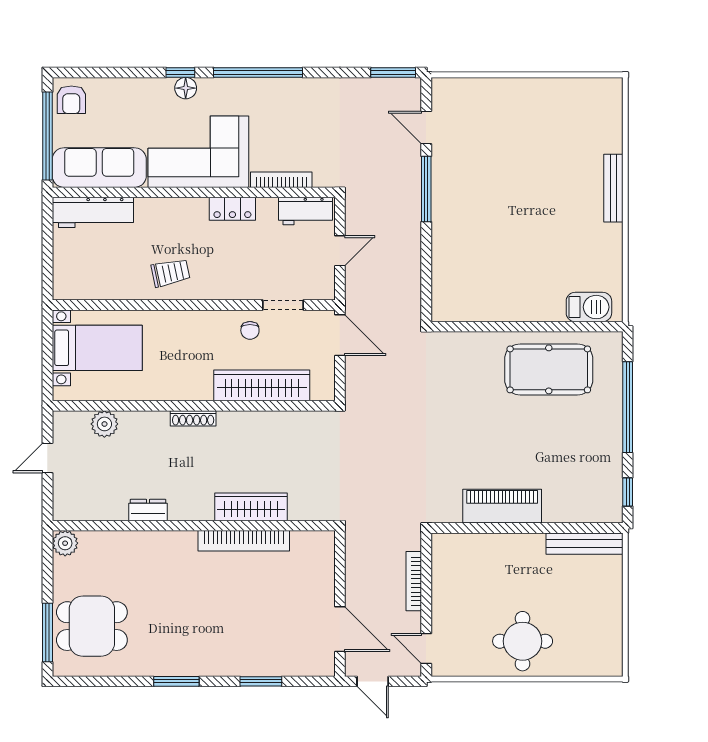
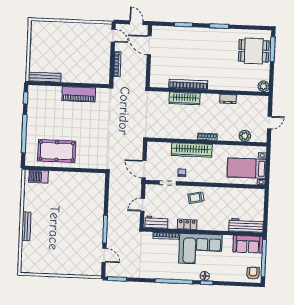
sofa: (99, 168) -> (248, 244), width x0.73
trolley: (171, 273) -> (196, 198), moved
wardrobe: (262, 385) -> (192, 150), moved
round table: (523, 641) -> (73, 37), removed

